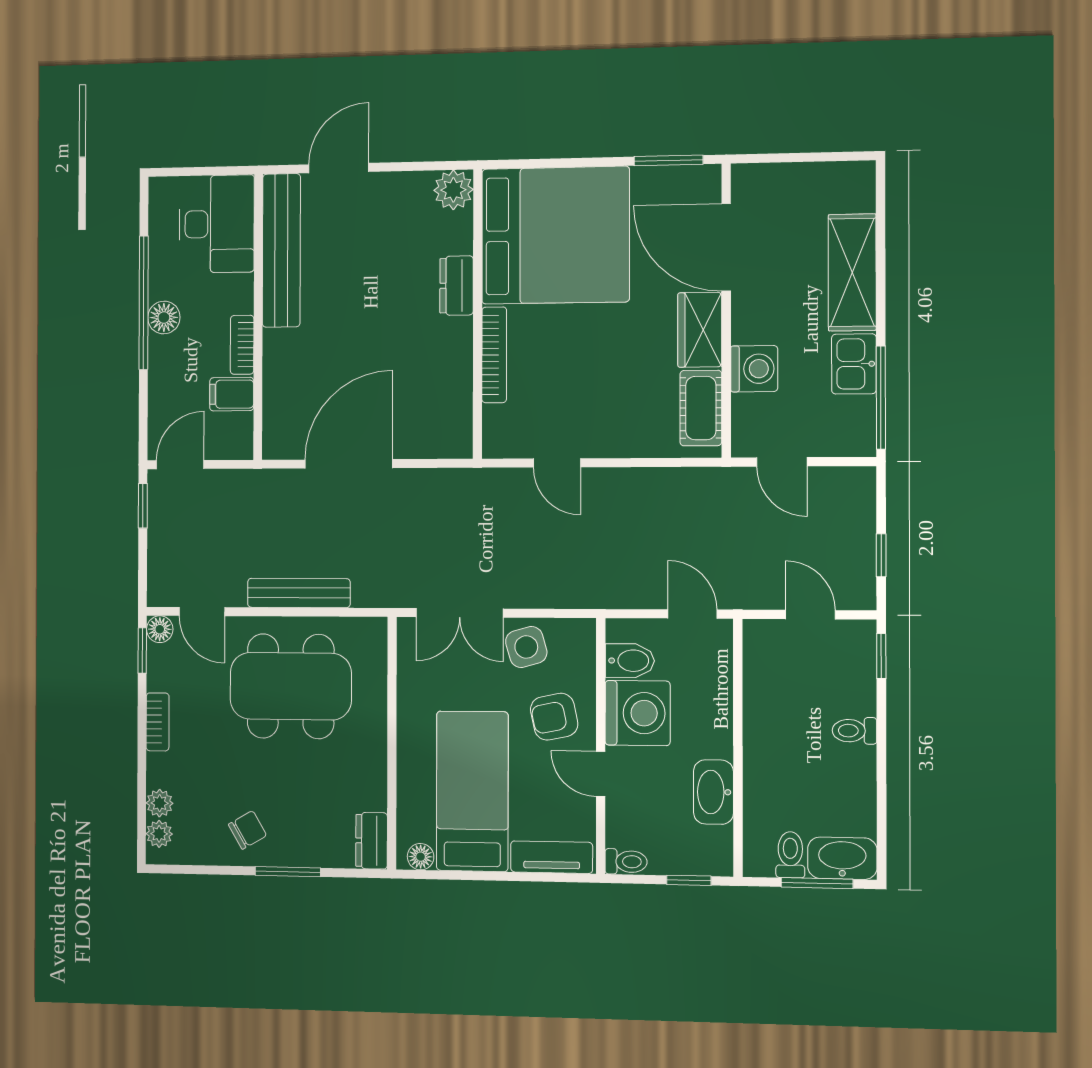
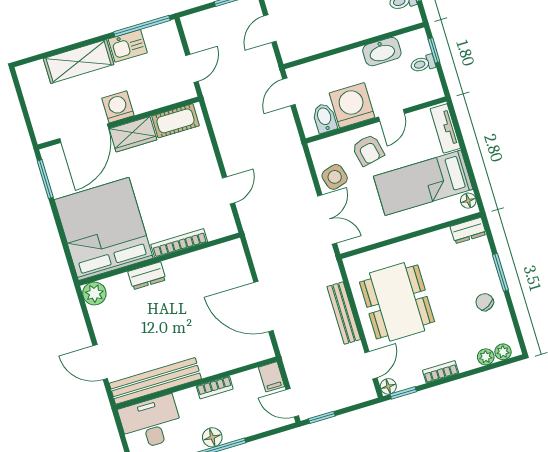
washing machine: (754, 369) -> (118, 107), moved
filing cabinet: (232, 394) -> (272, 377), moved
toilet: (626, 862) -> (423, 64), moved, turned -90

